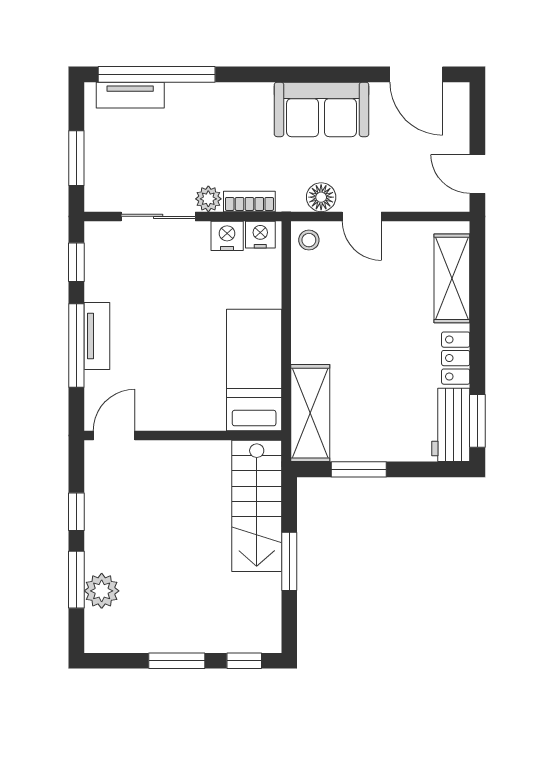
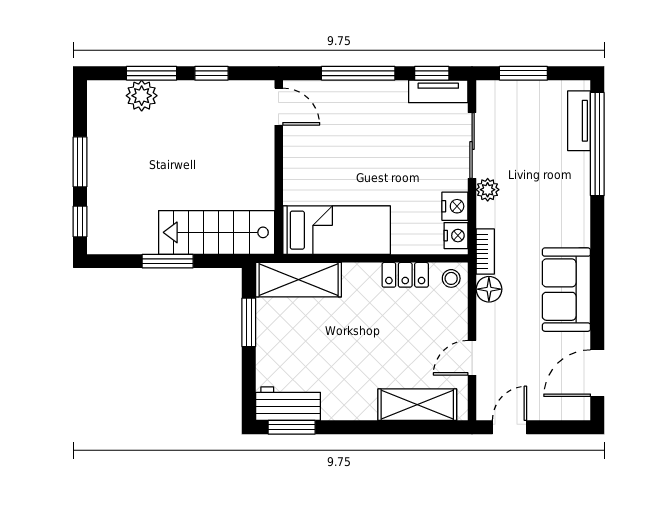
bookcase: (249, 201) -> (485, 252), moved
door: (362, 216) -> (472, 358), moved
tv unit: (97, 336) -> (438, 91), moved
locker: (456, 358) -> (405, 275), moved, turned 180

